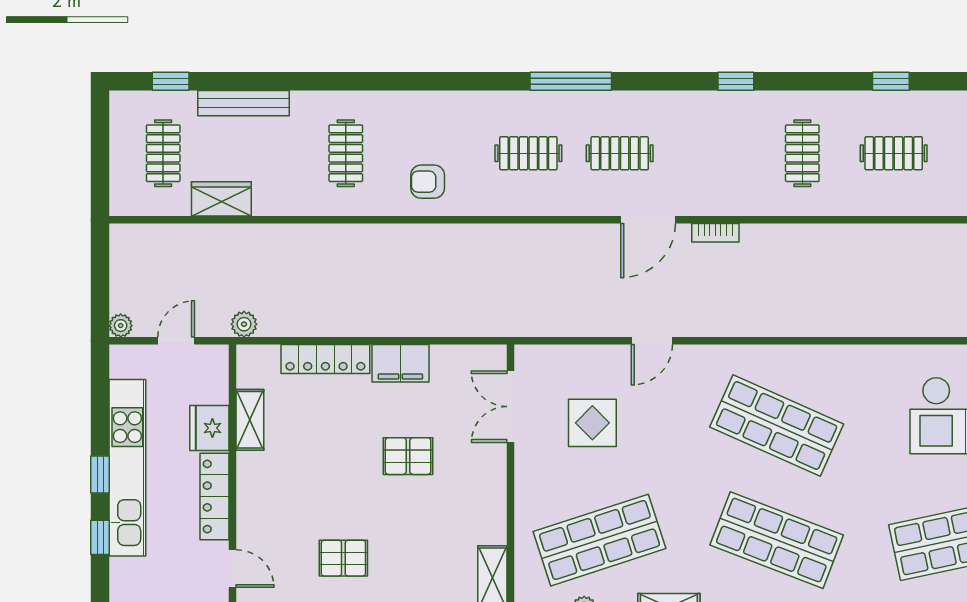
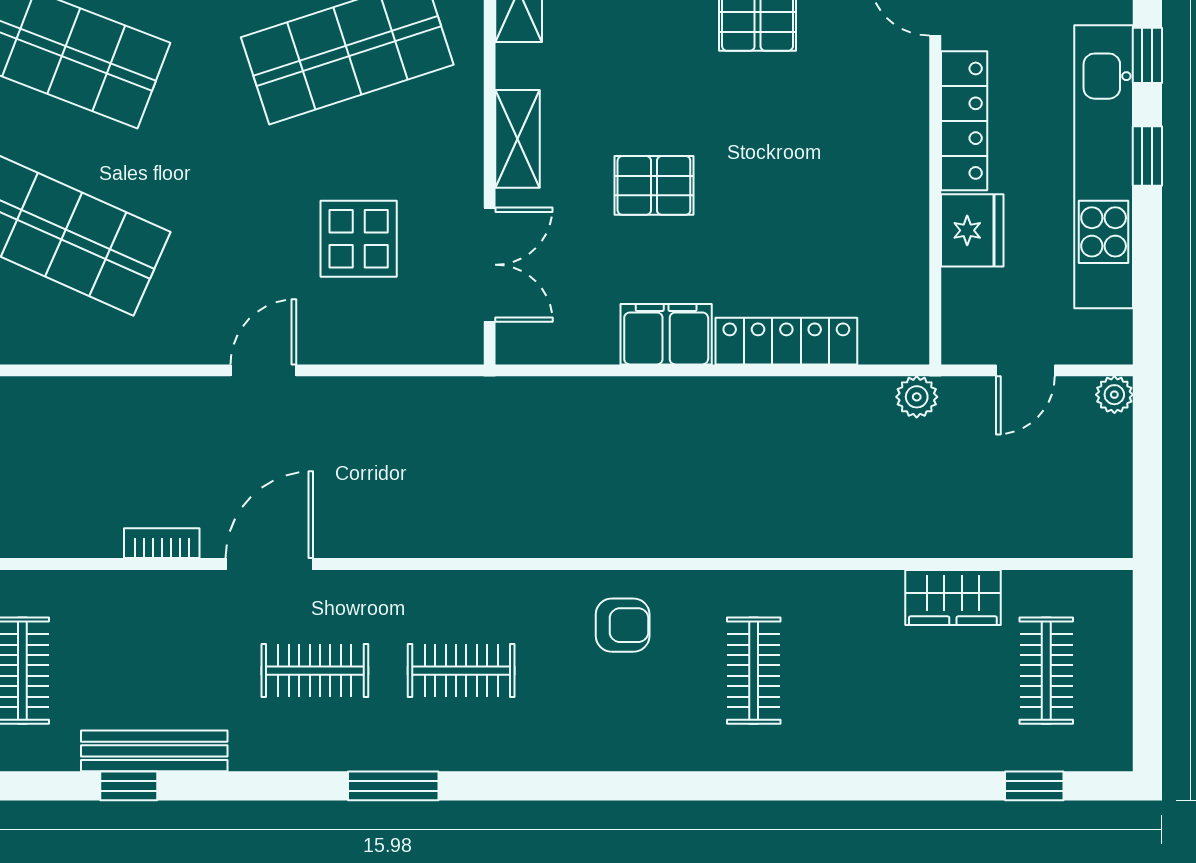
window: (571, 81) -> (393, 786), width x0.69
bench: (243, 103) -> (154, 751), moved
shelving: (250, 420) -> (518, 139), moved

